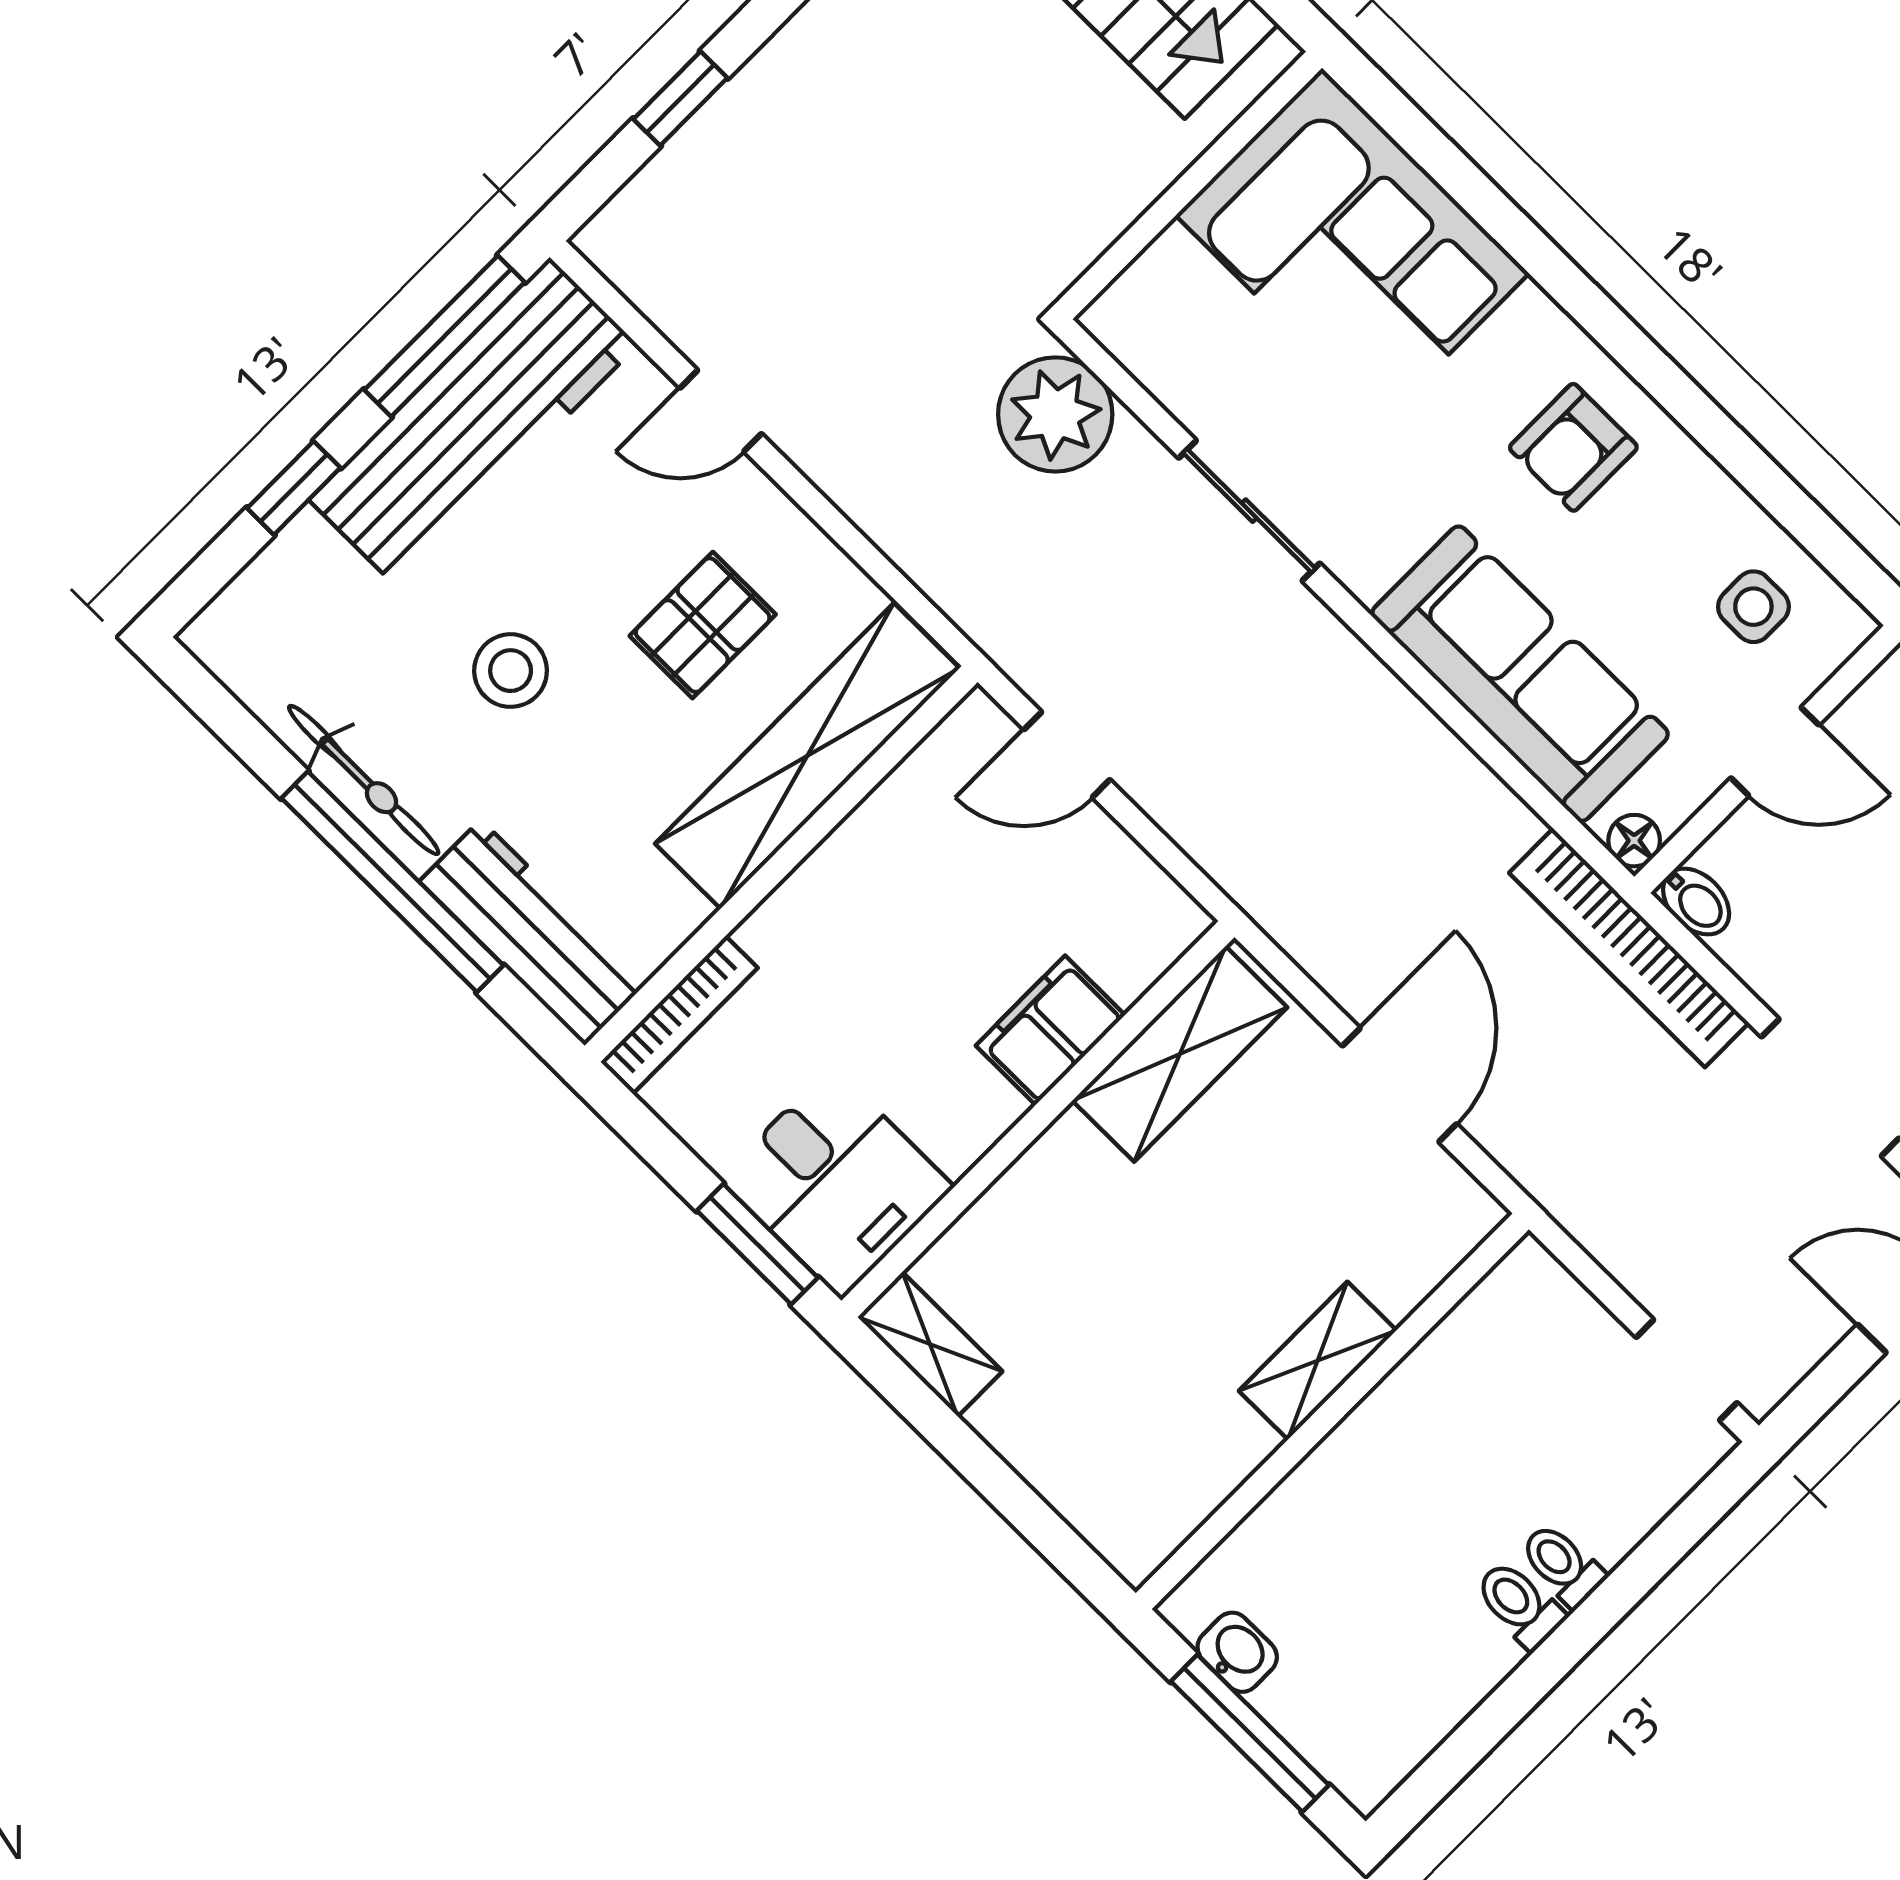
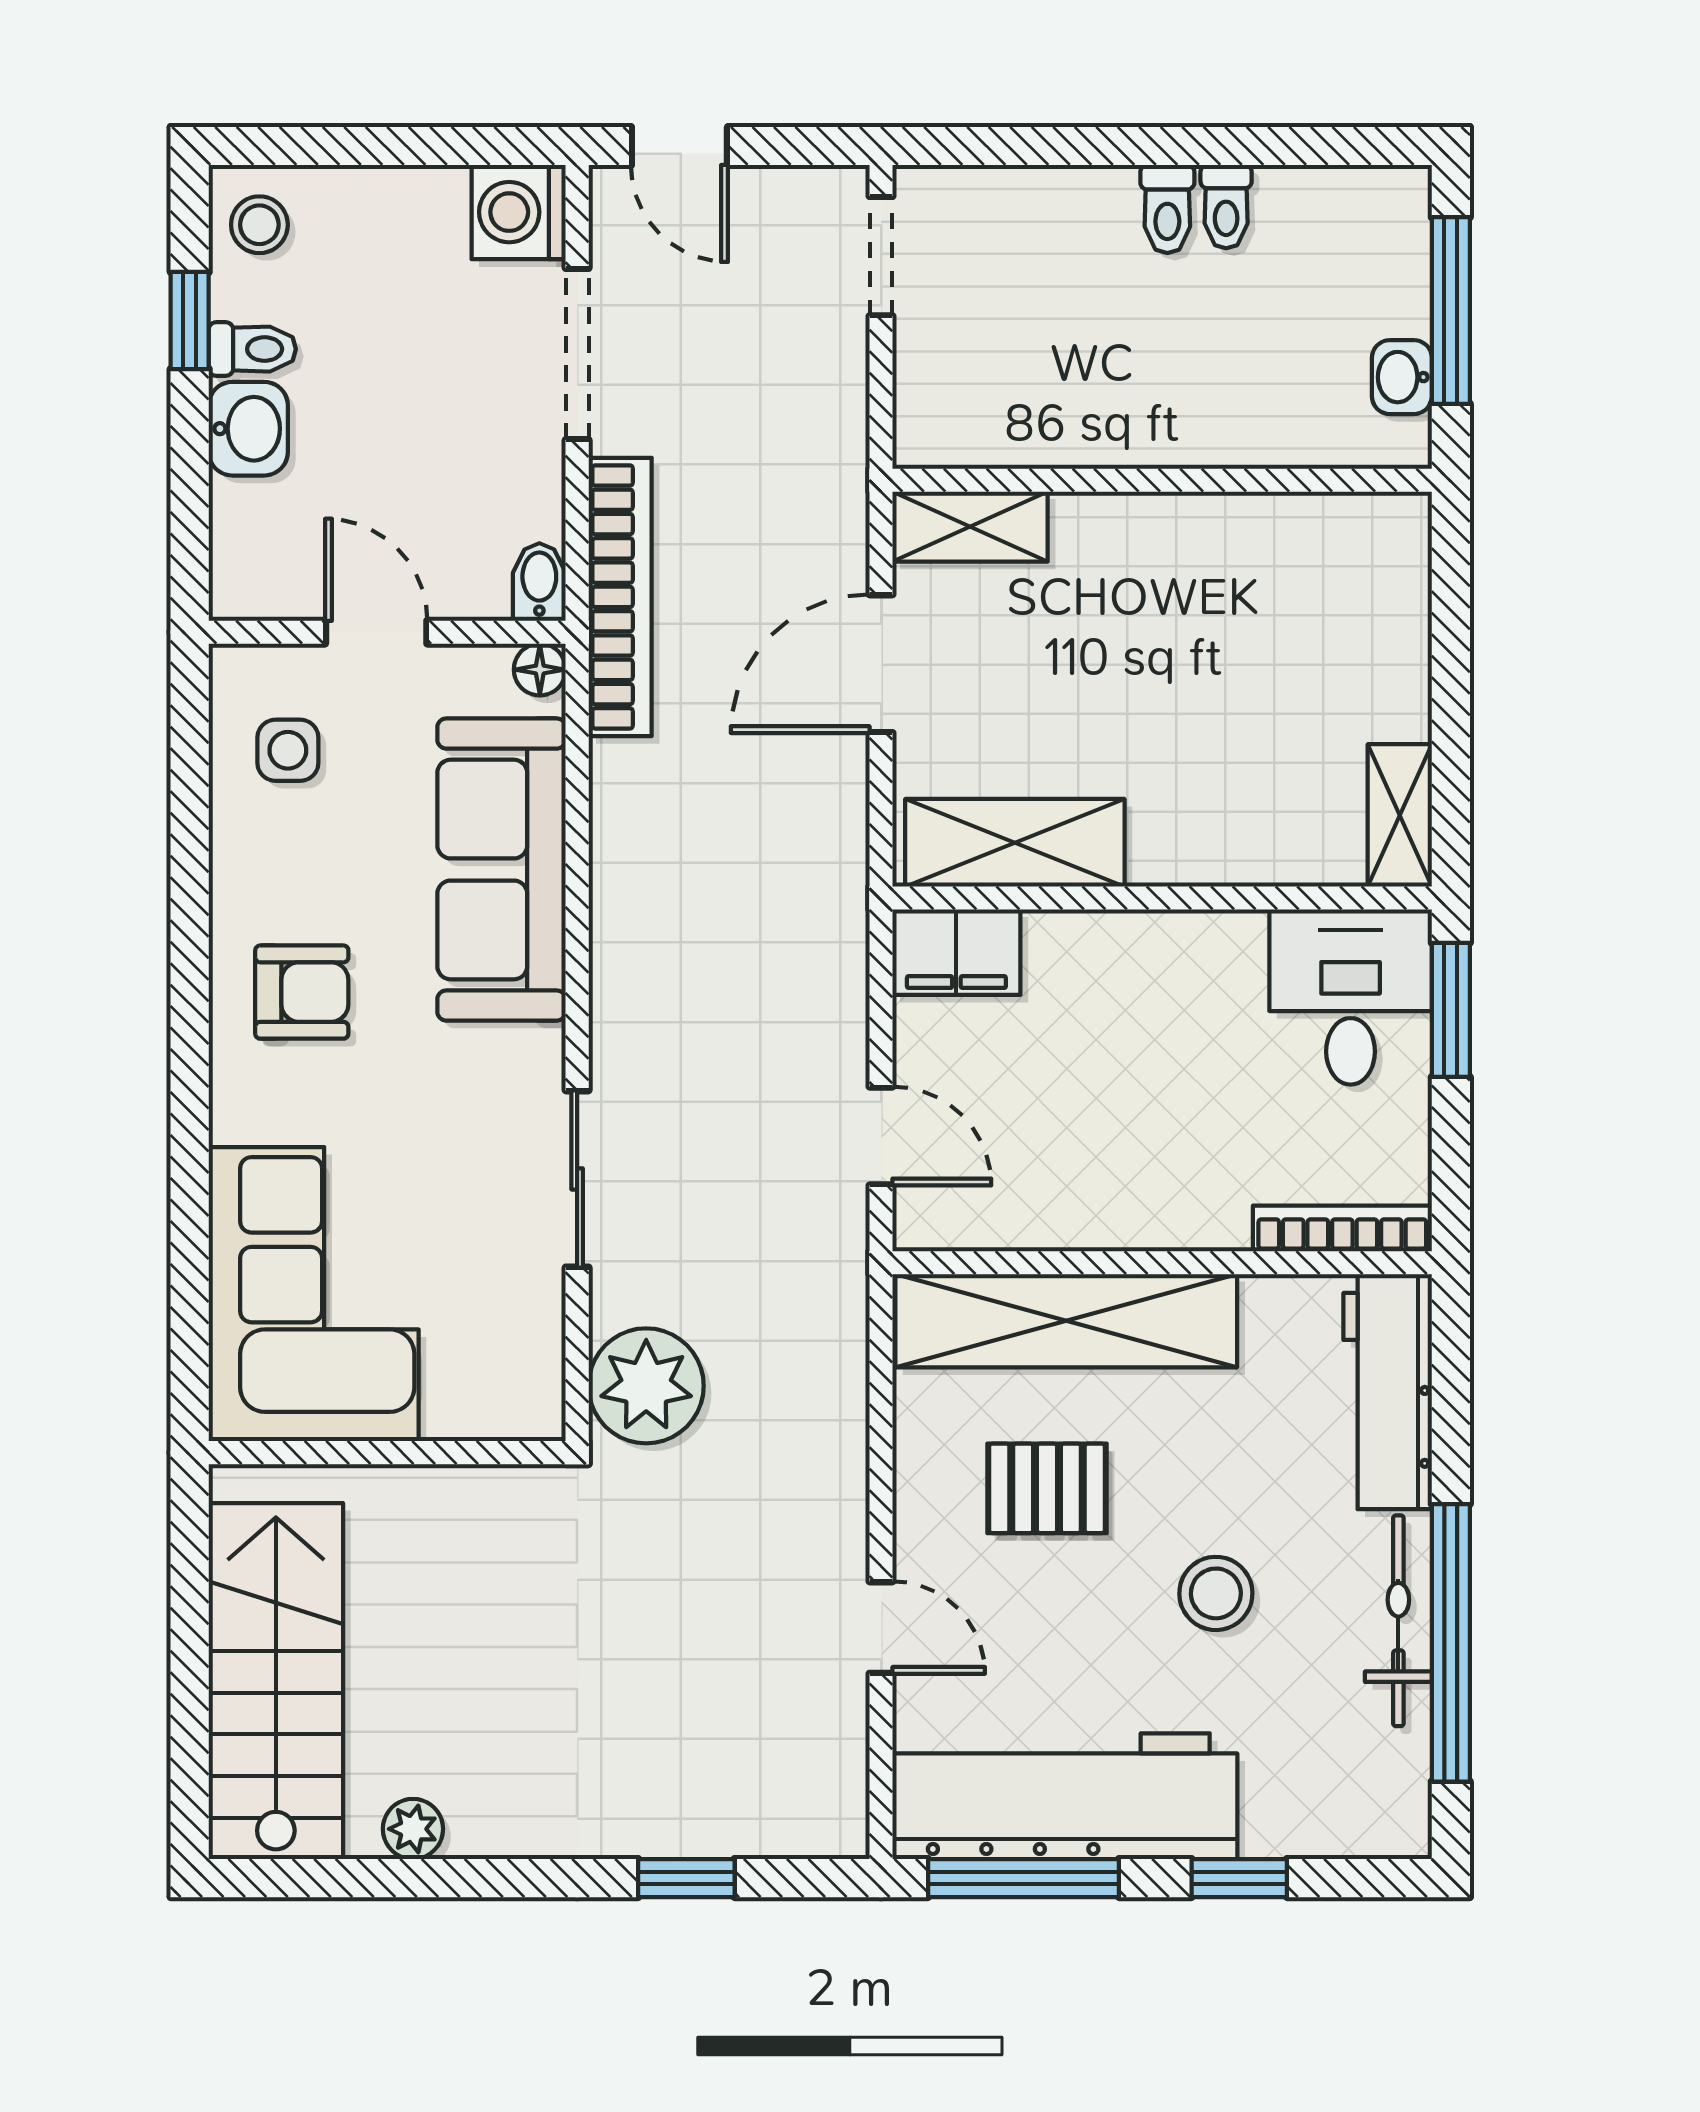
window: (392, 882) -> (1451, 1643), moved
filing cabinet: (1050, 1030) -> (956, 952), moved
shelving: (1318, 1361) -> (970, 527), moved
toilet: (1562, 1565) -> (1226, 207), moved

